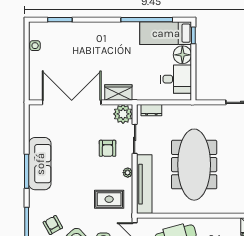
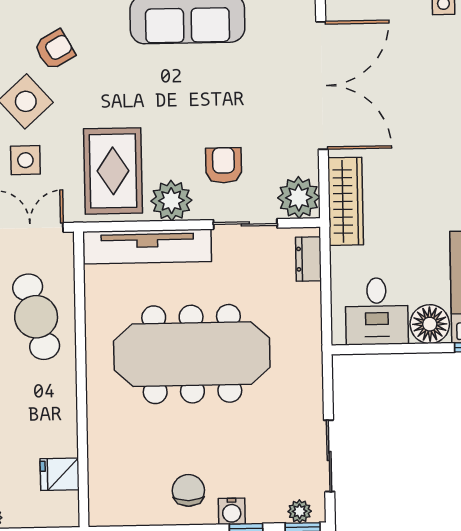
wardrobe: (118, 92) -> (346, 201), width x1.50
armchair: (108, 148) -> (224, 165), turned 90
plant: (128, 173) -> (171, 201), width x1.87, depth x1.87
rug: (109, 199) -> (113, 171), width x1.36, depth x1.43

